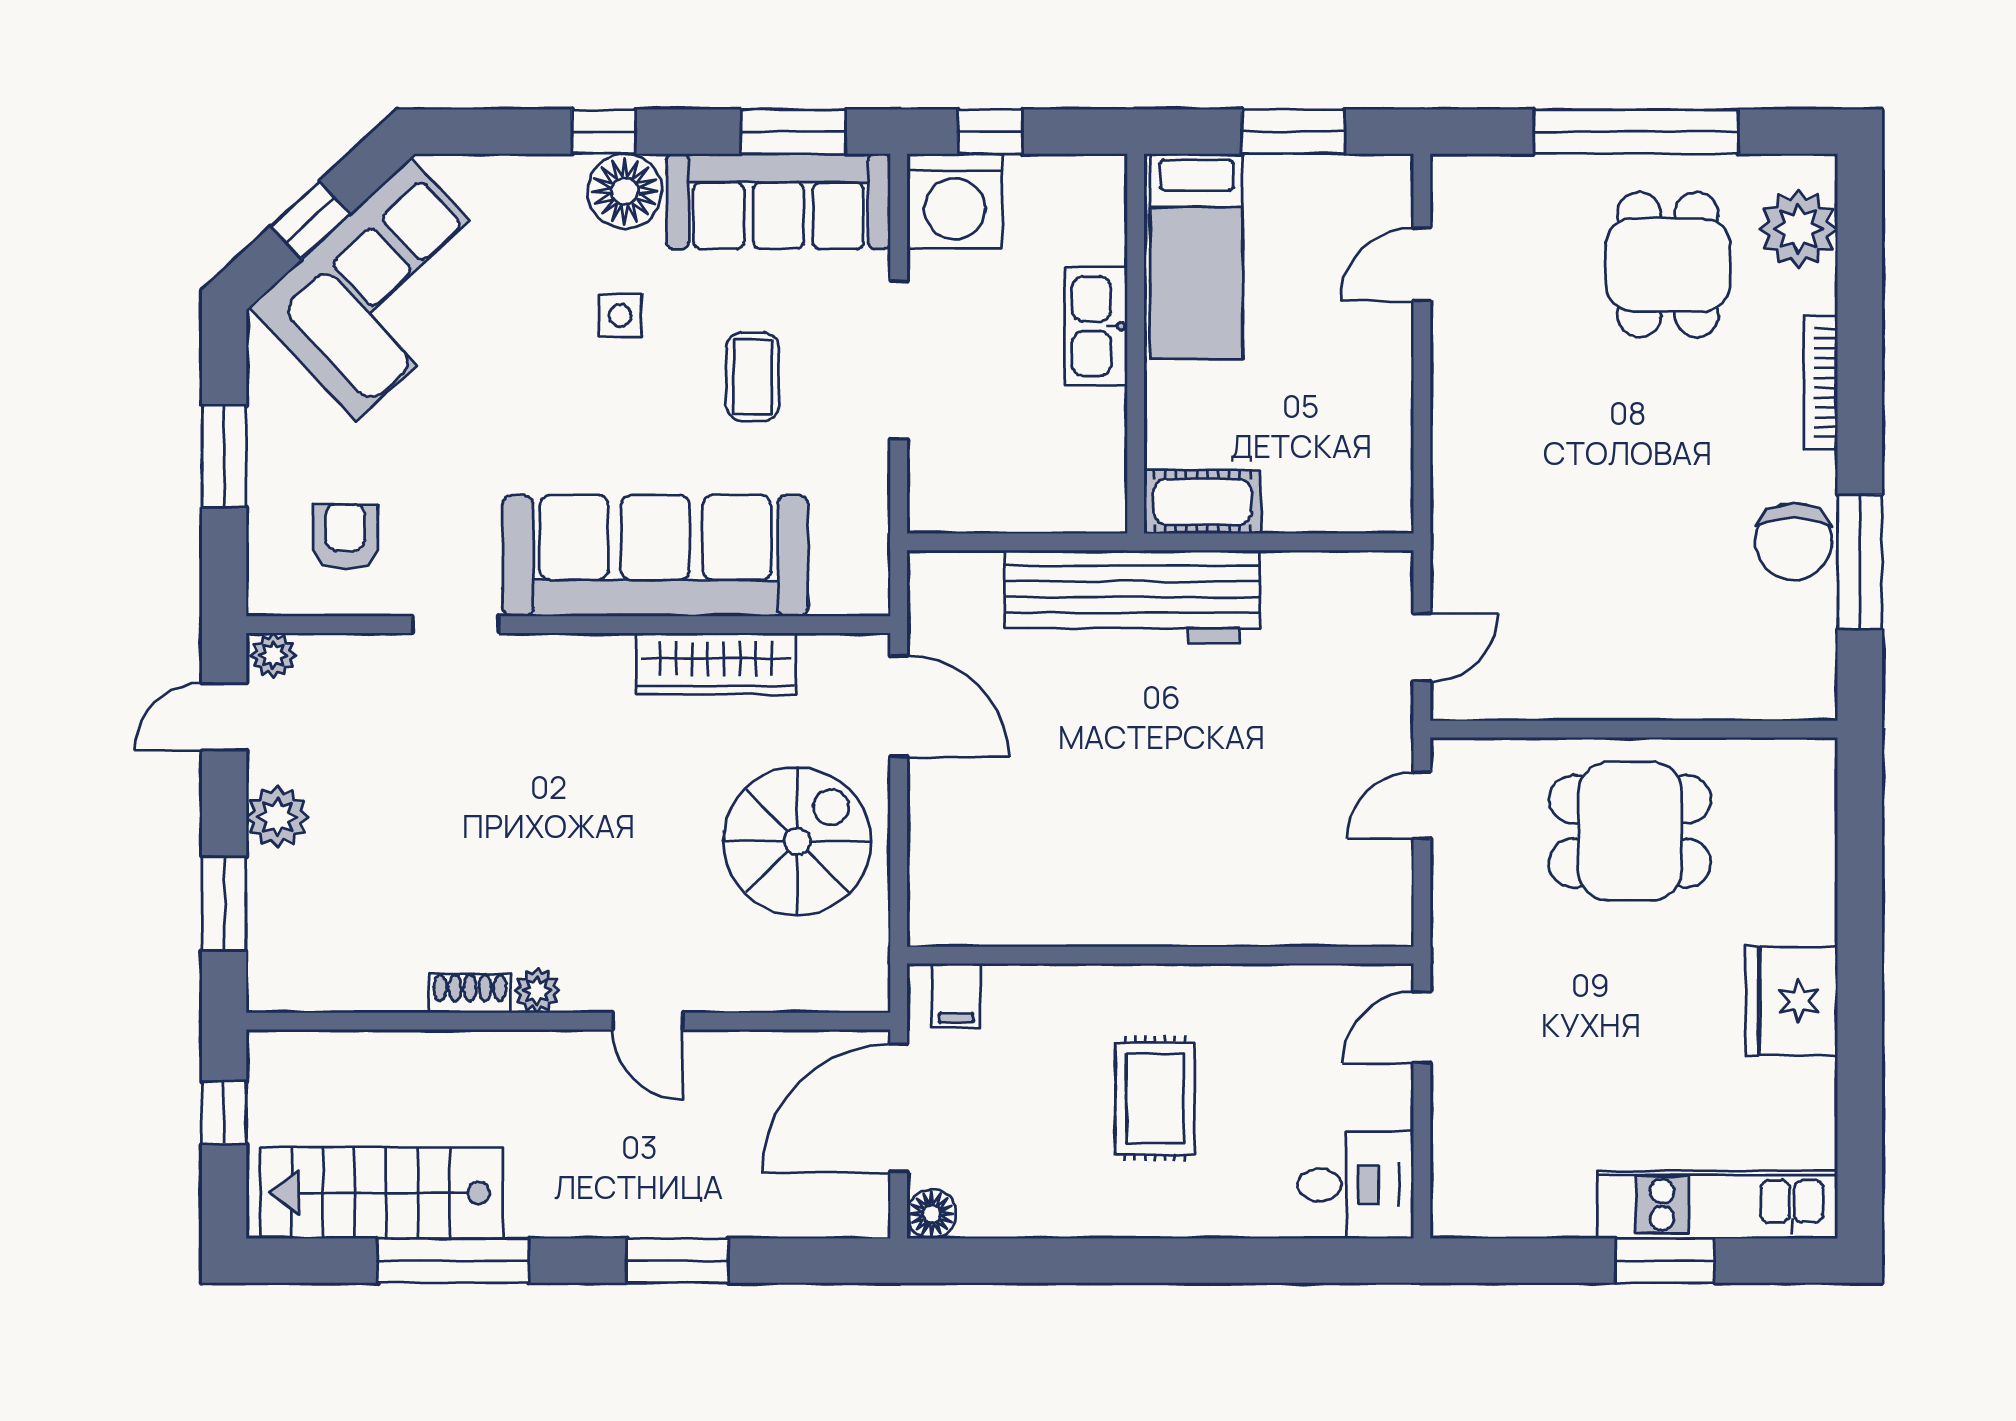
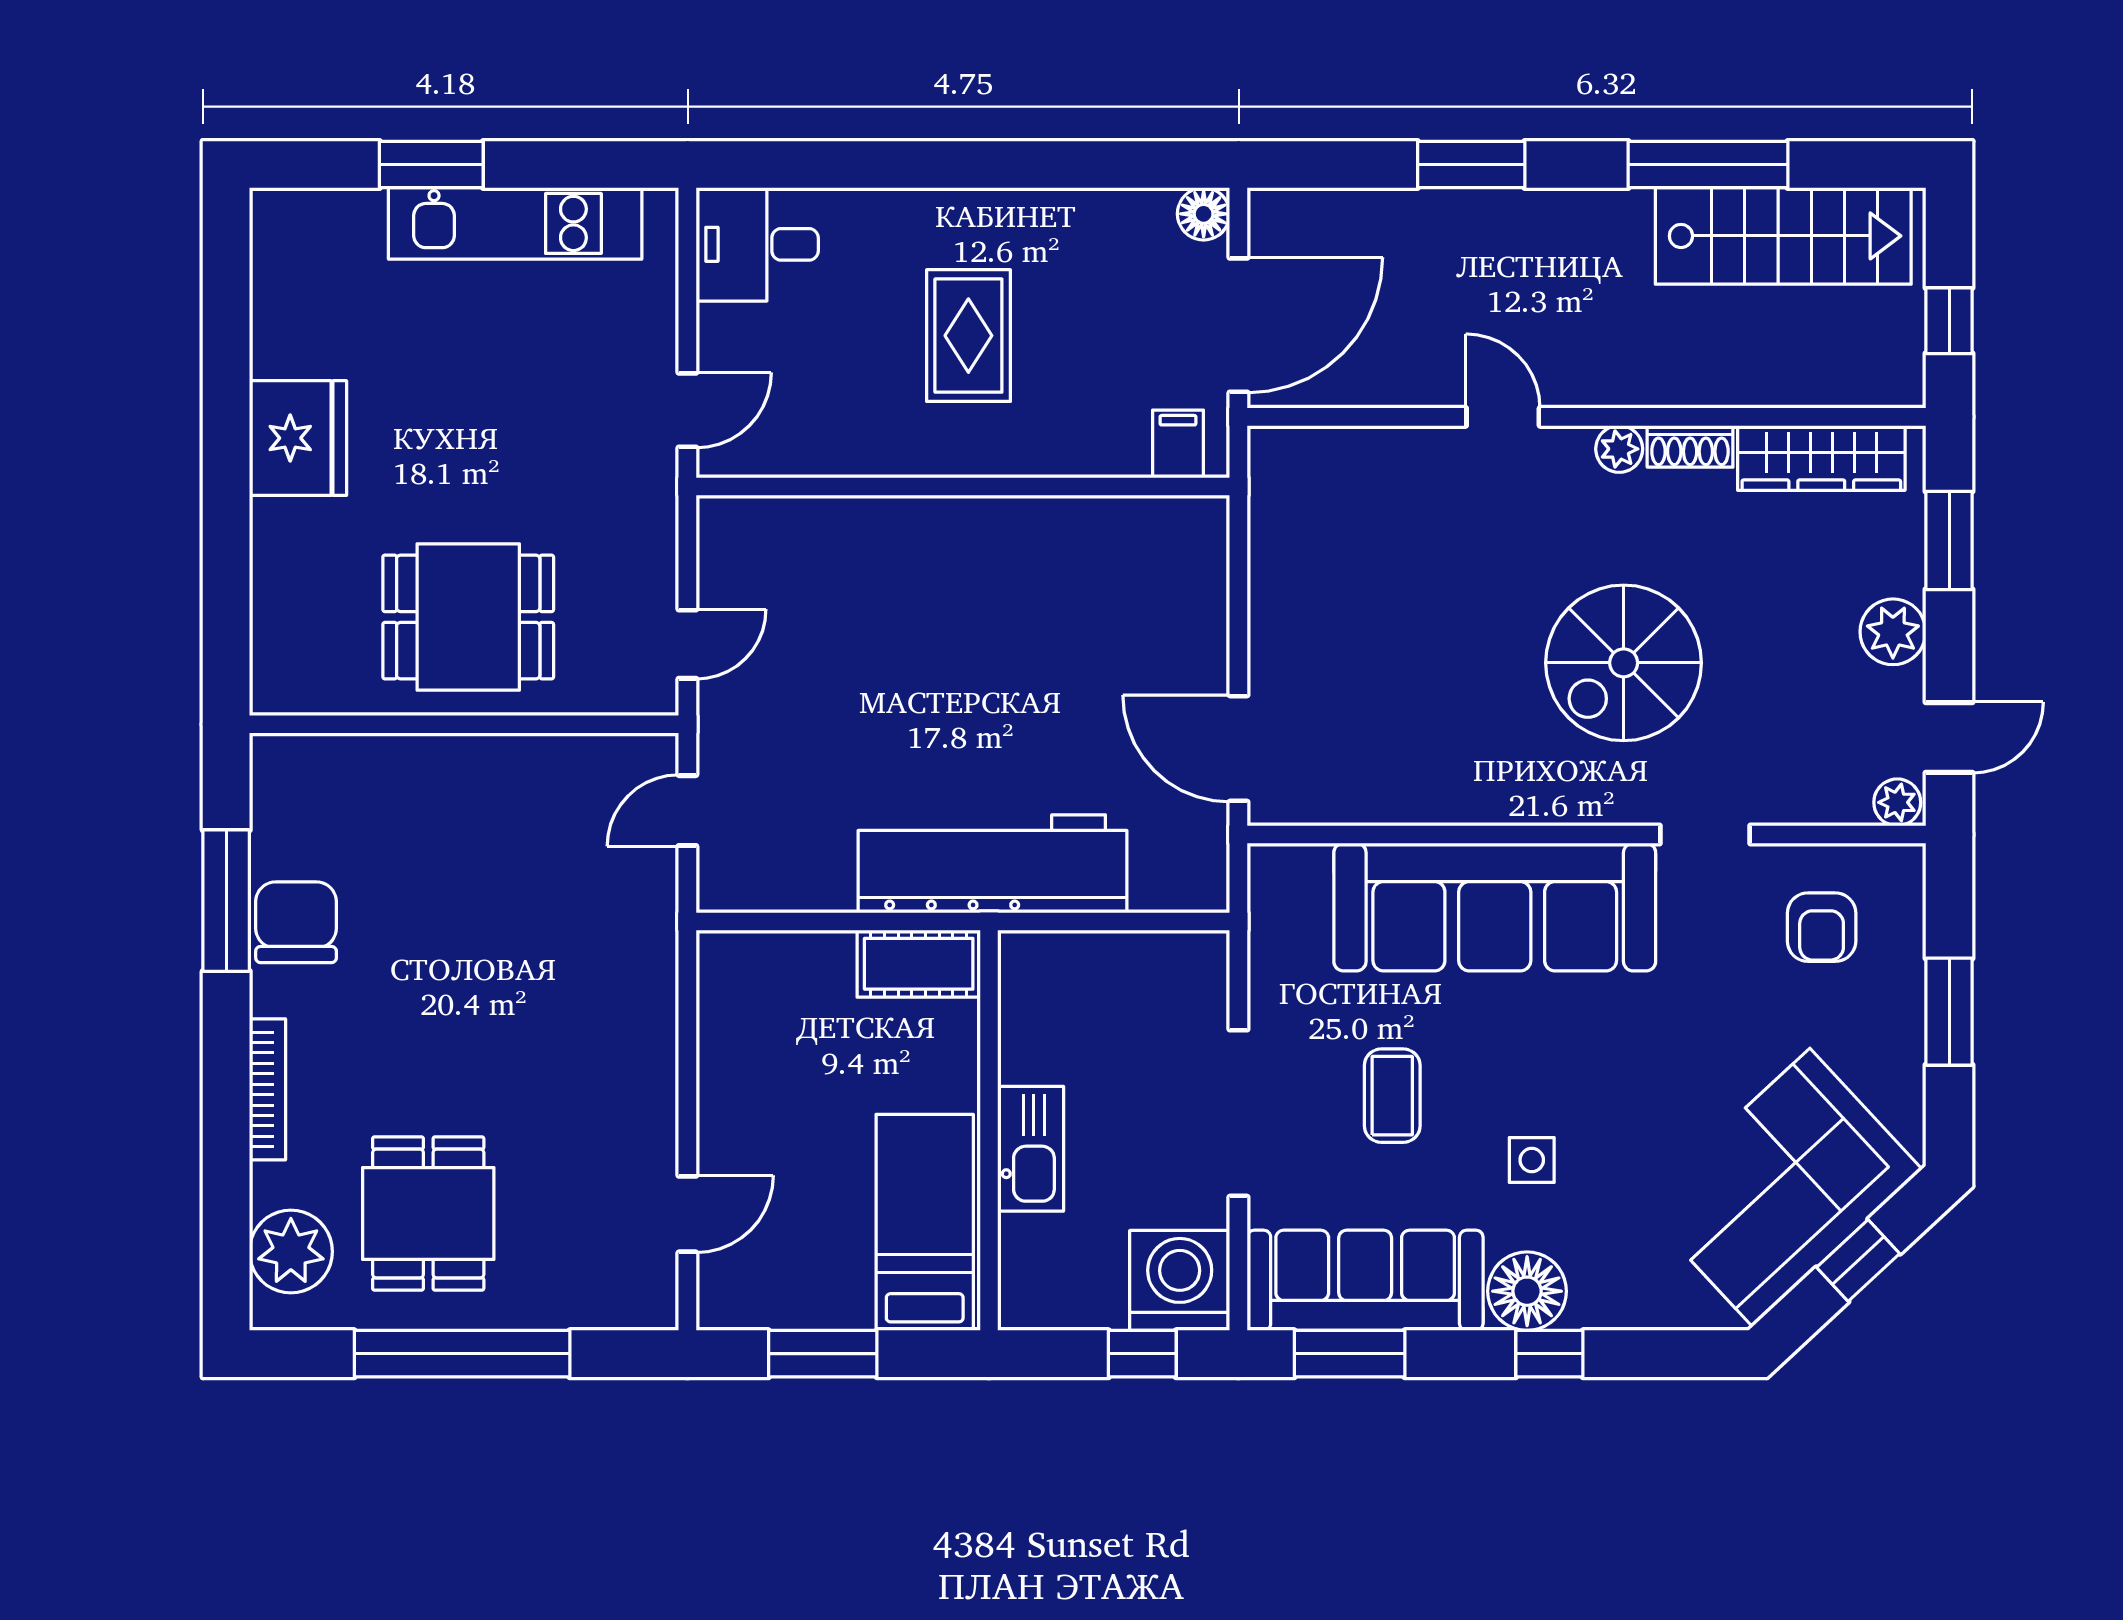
wardrobe: (716, 664) -> (1821, 458), moved, turned 180
spiral stairs: (797, 841) -> (1624, 663), moved
kitchen unit: (1717, 1205) -> (515, 223), moved

